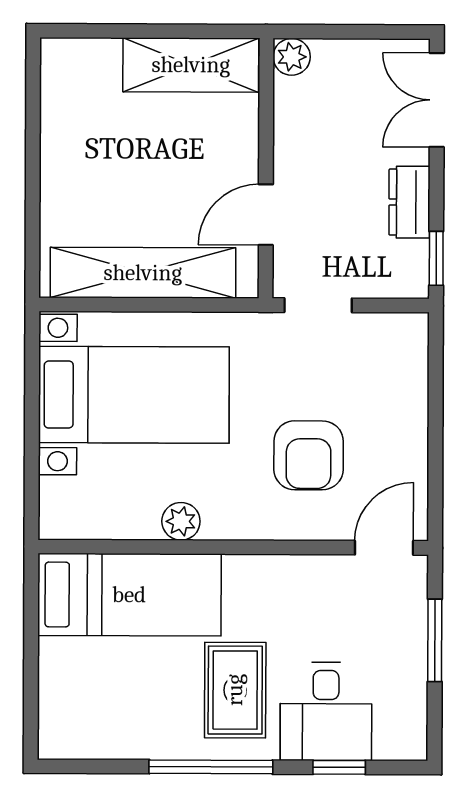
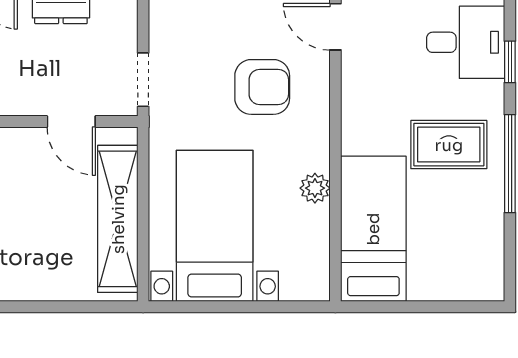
desk: (326, 712) -> (466, 42), moved

